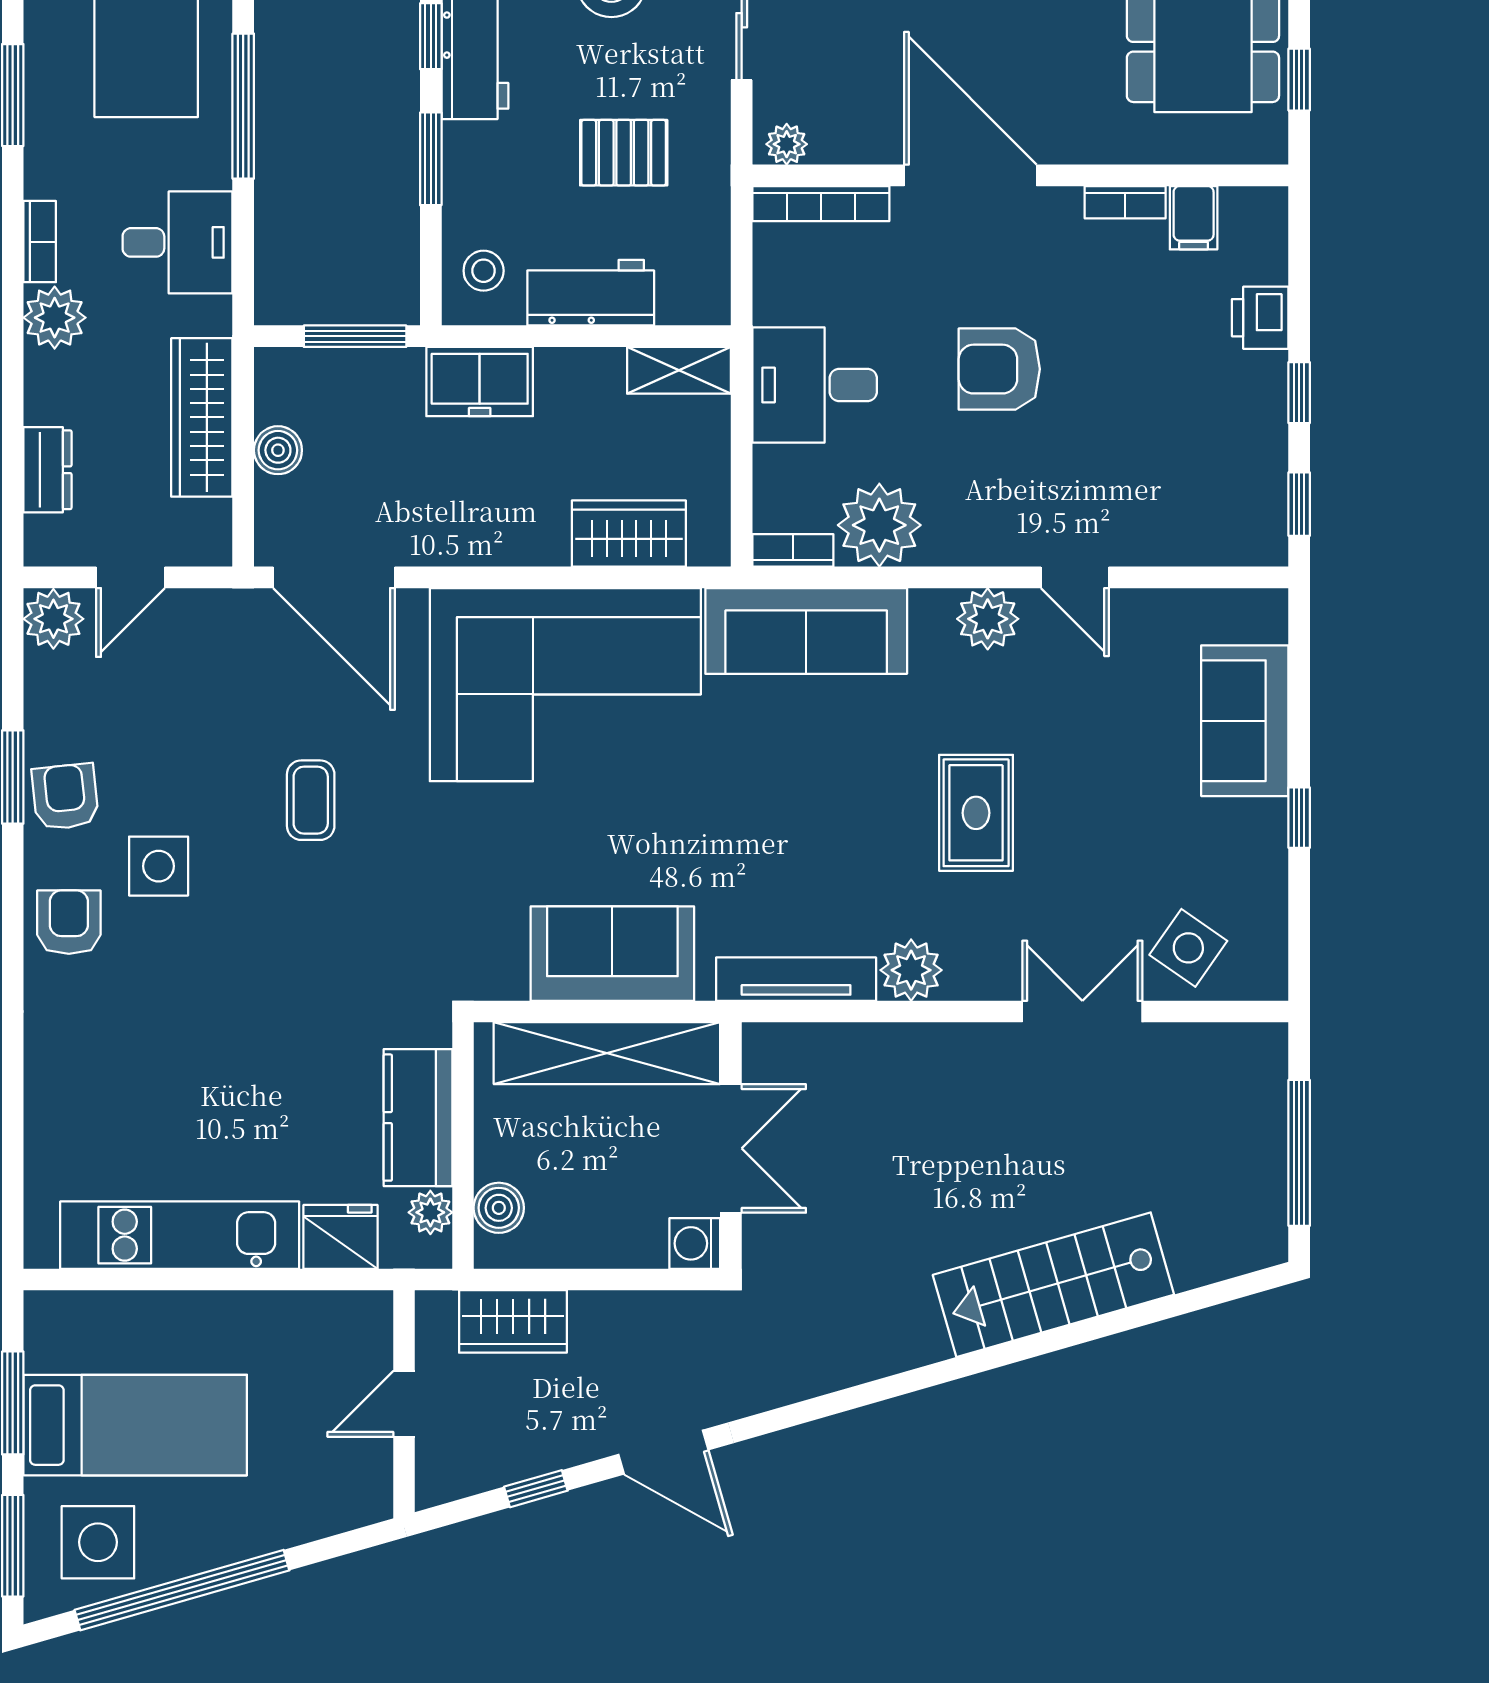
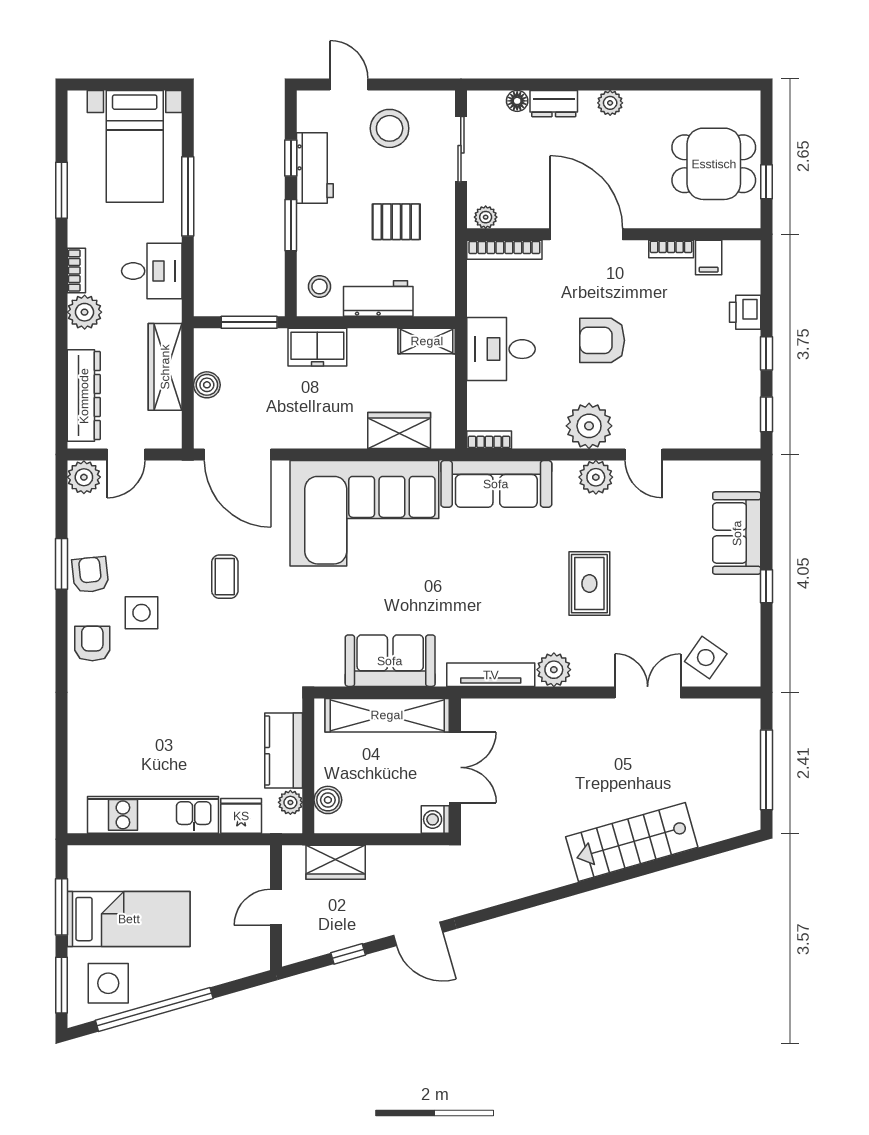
dresser: (47, 470) -> (84, 396), width x1.96, depth x1.24
plant: (879, 525) -> (589, 426), moved

